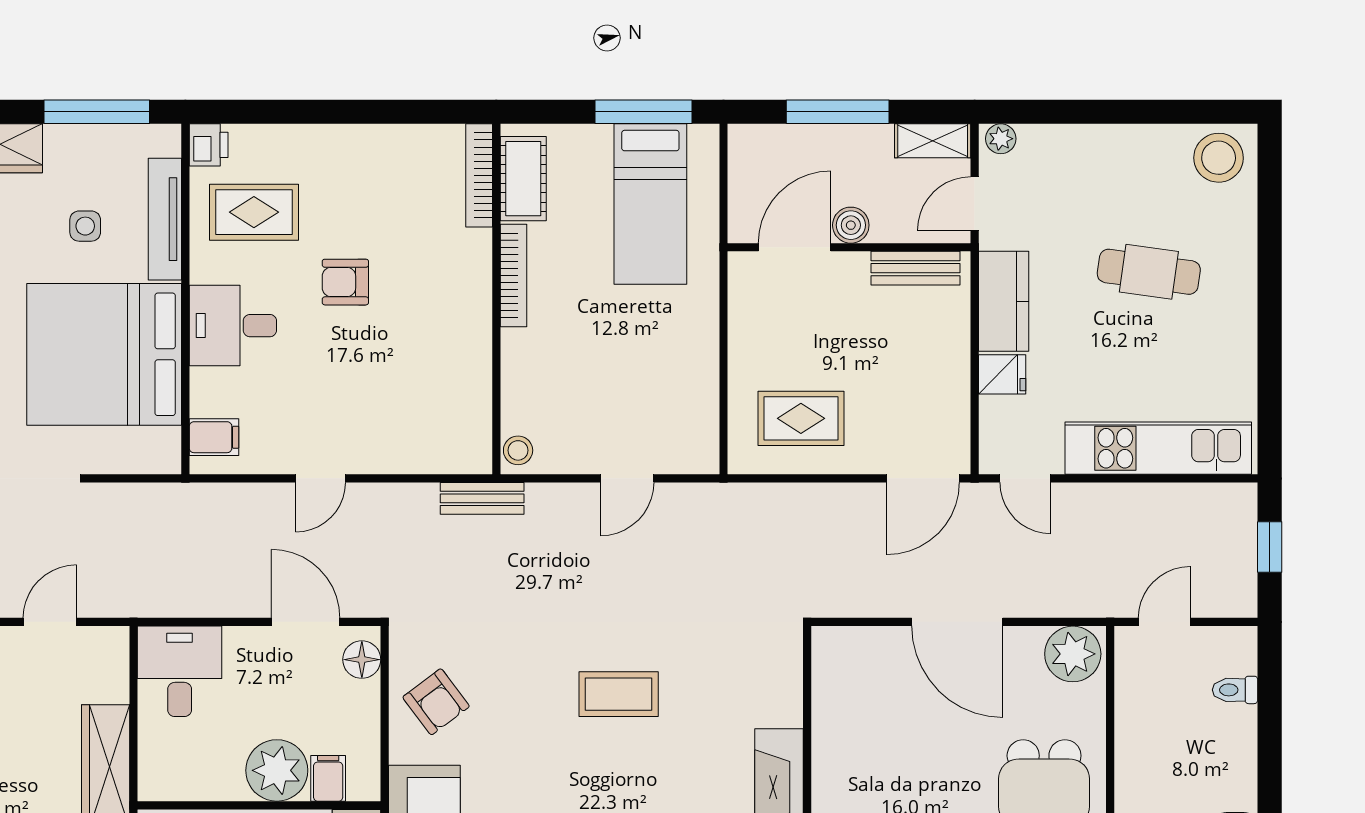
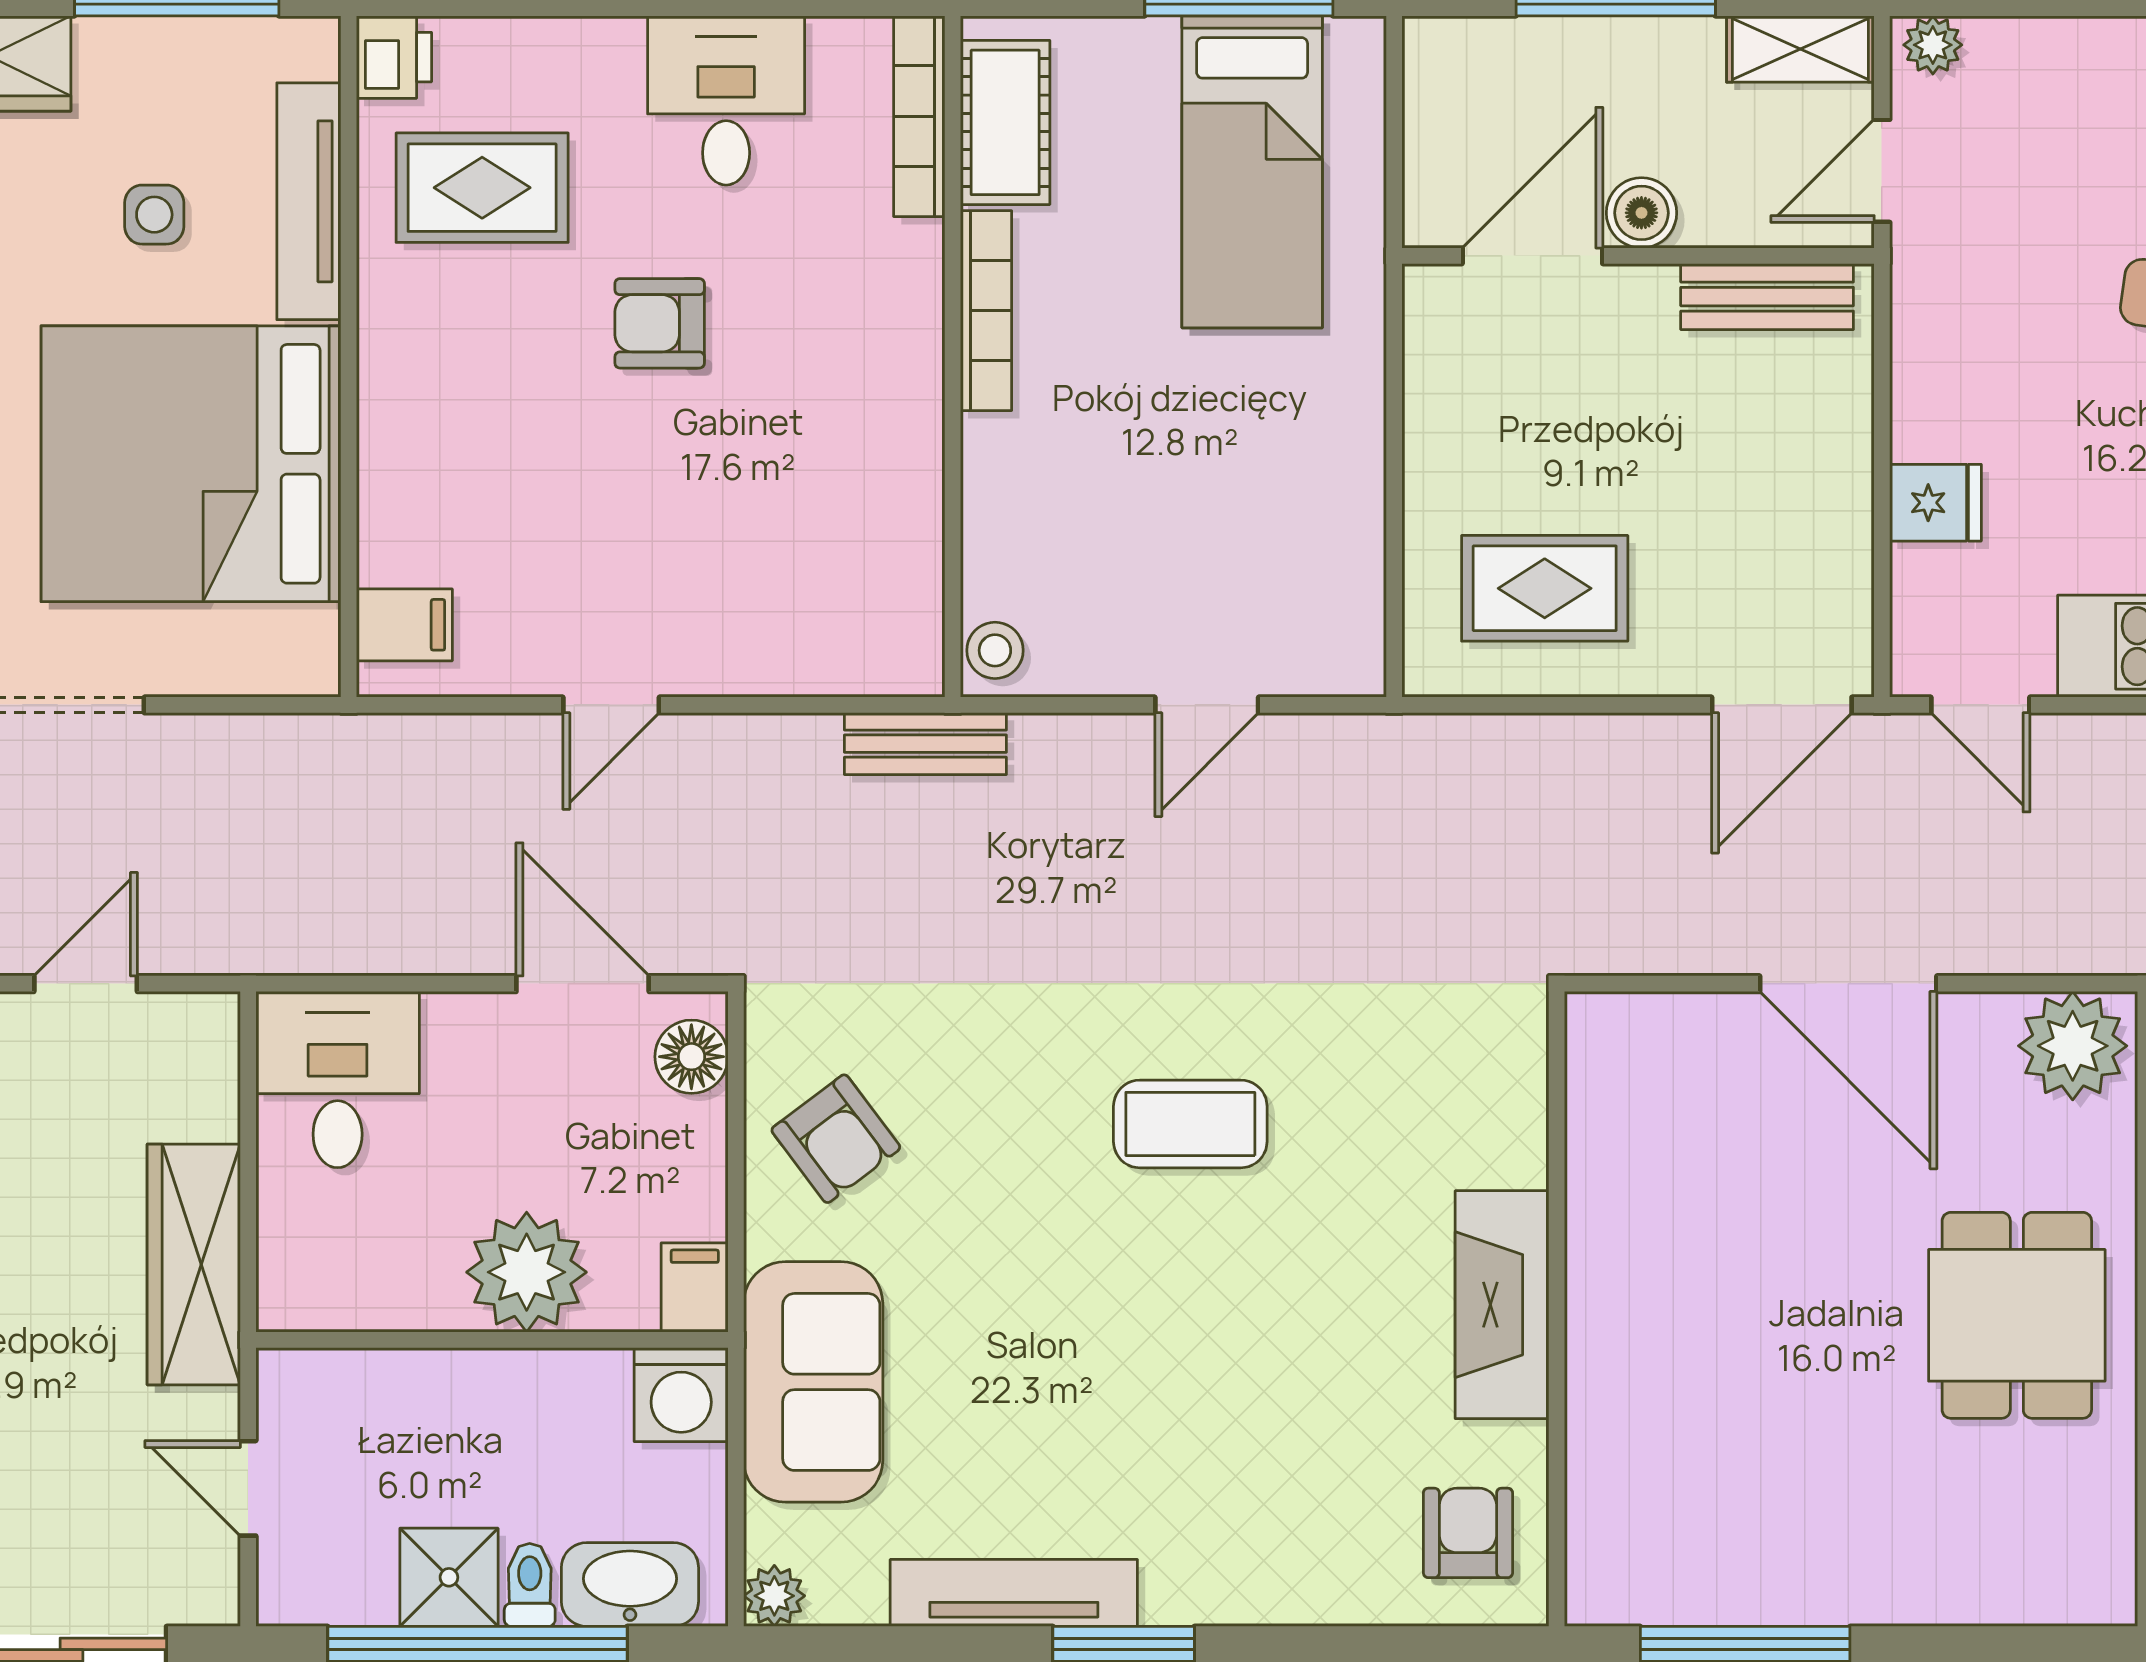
kitchen counter: (1004, 301) -> (1938, 361), removed
desk: (233, 326) -> (726, 100), moved, turned 90
filing cabinet: (328, 778) -> (695, 1288), moved

